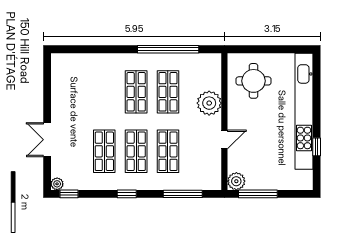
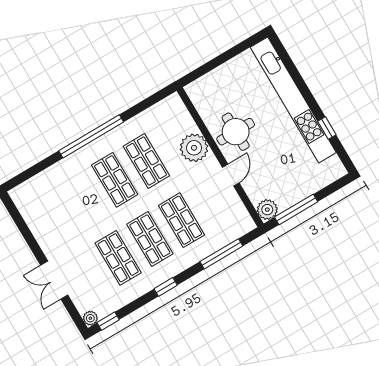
window: (168, 49) -> (91, 136), moved
round table: (254, 81) -> (236, 132), moved

